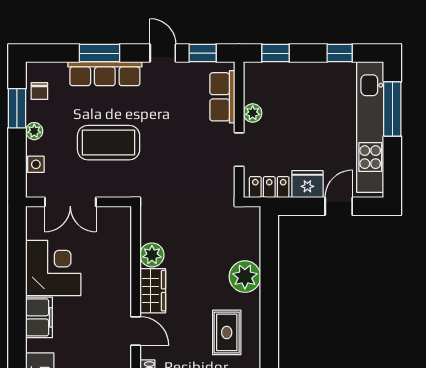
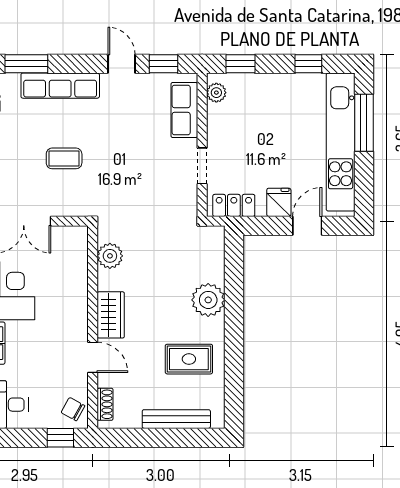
window: (100, 53) -> (26, 64), moved
plant: (253, 113) -> (216, 93), moved
coffee table: (109, 143) -> (64, 158), width x0.54, depth x0.58
fridge: (307, 184) -> (279, 202), width x0.72
plant: (152, 255) -> (110, 256), moved
rug: (227, 332) -> (189, 359), turned 90

